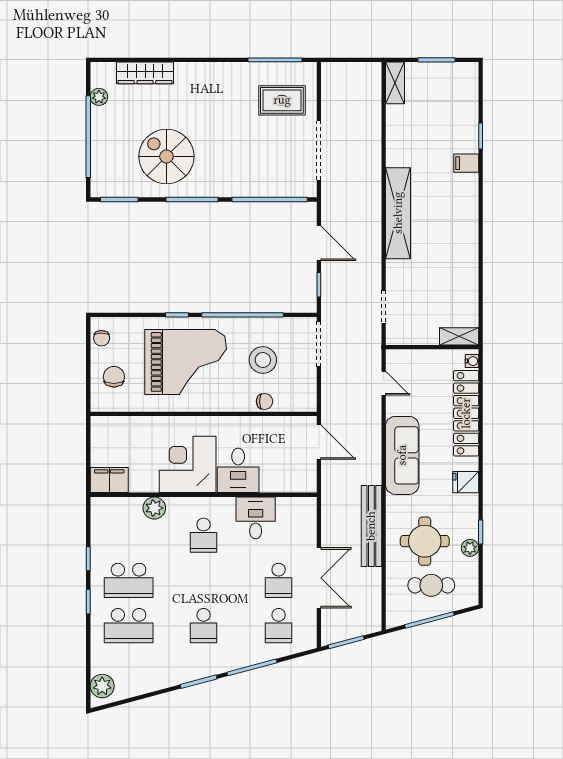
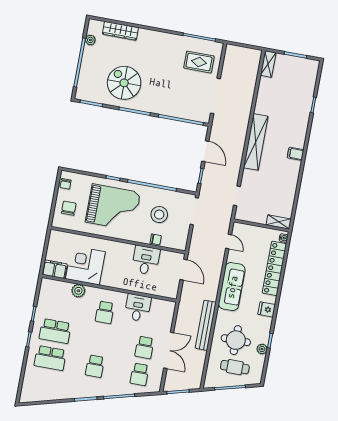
filing cabinet: (466, 163) -> (296, 154), moved
corner desk: (188, 464) -> (85, 265), moved
desk: (238, 470) -> (146, 260), moved, turned 180
plant: (102, 686) -> (28, 391), removed

